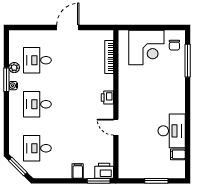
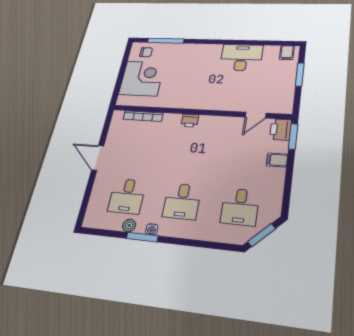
door: (116, 127) -> (256, 115), moved
filing cabinet: (178, 154) -> (287, 53), moved

